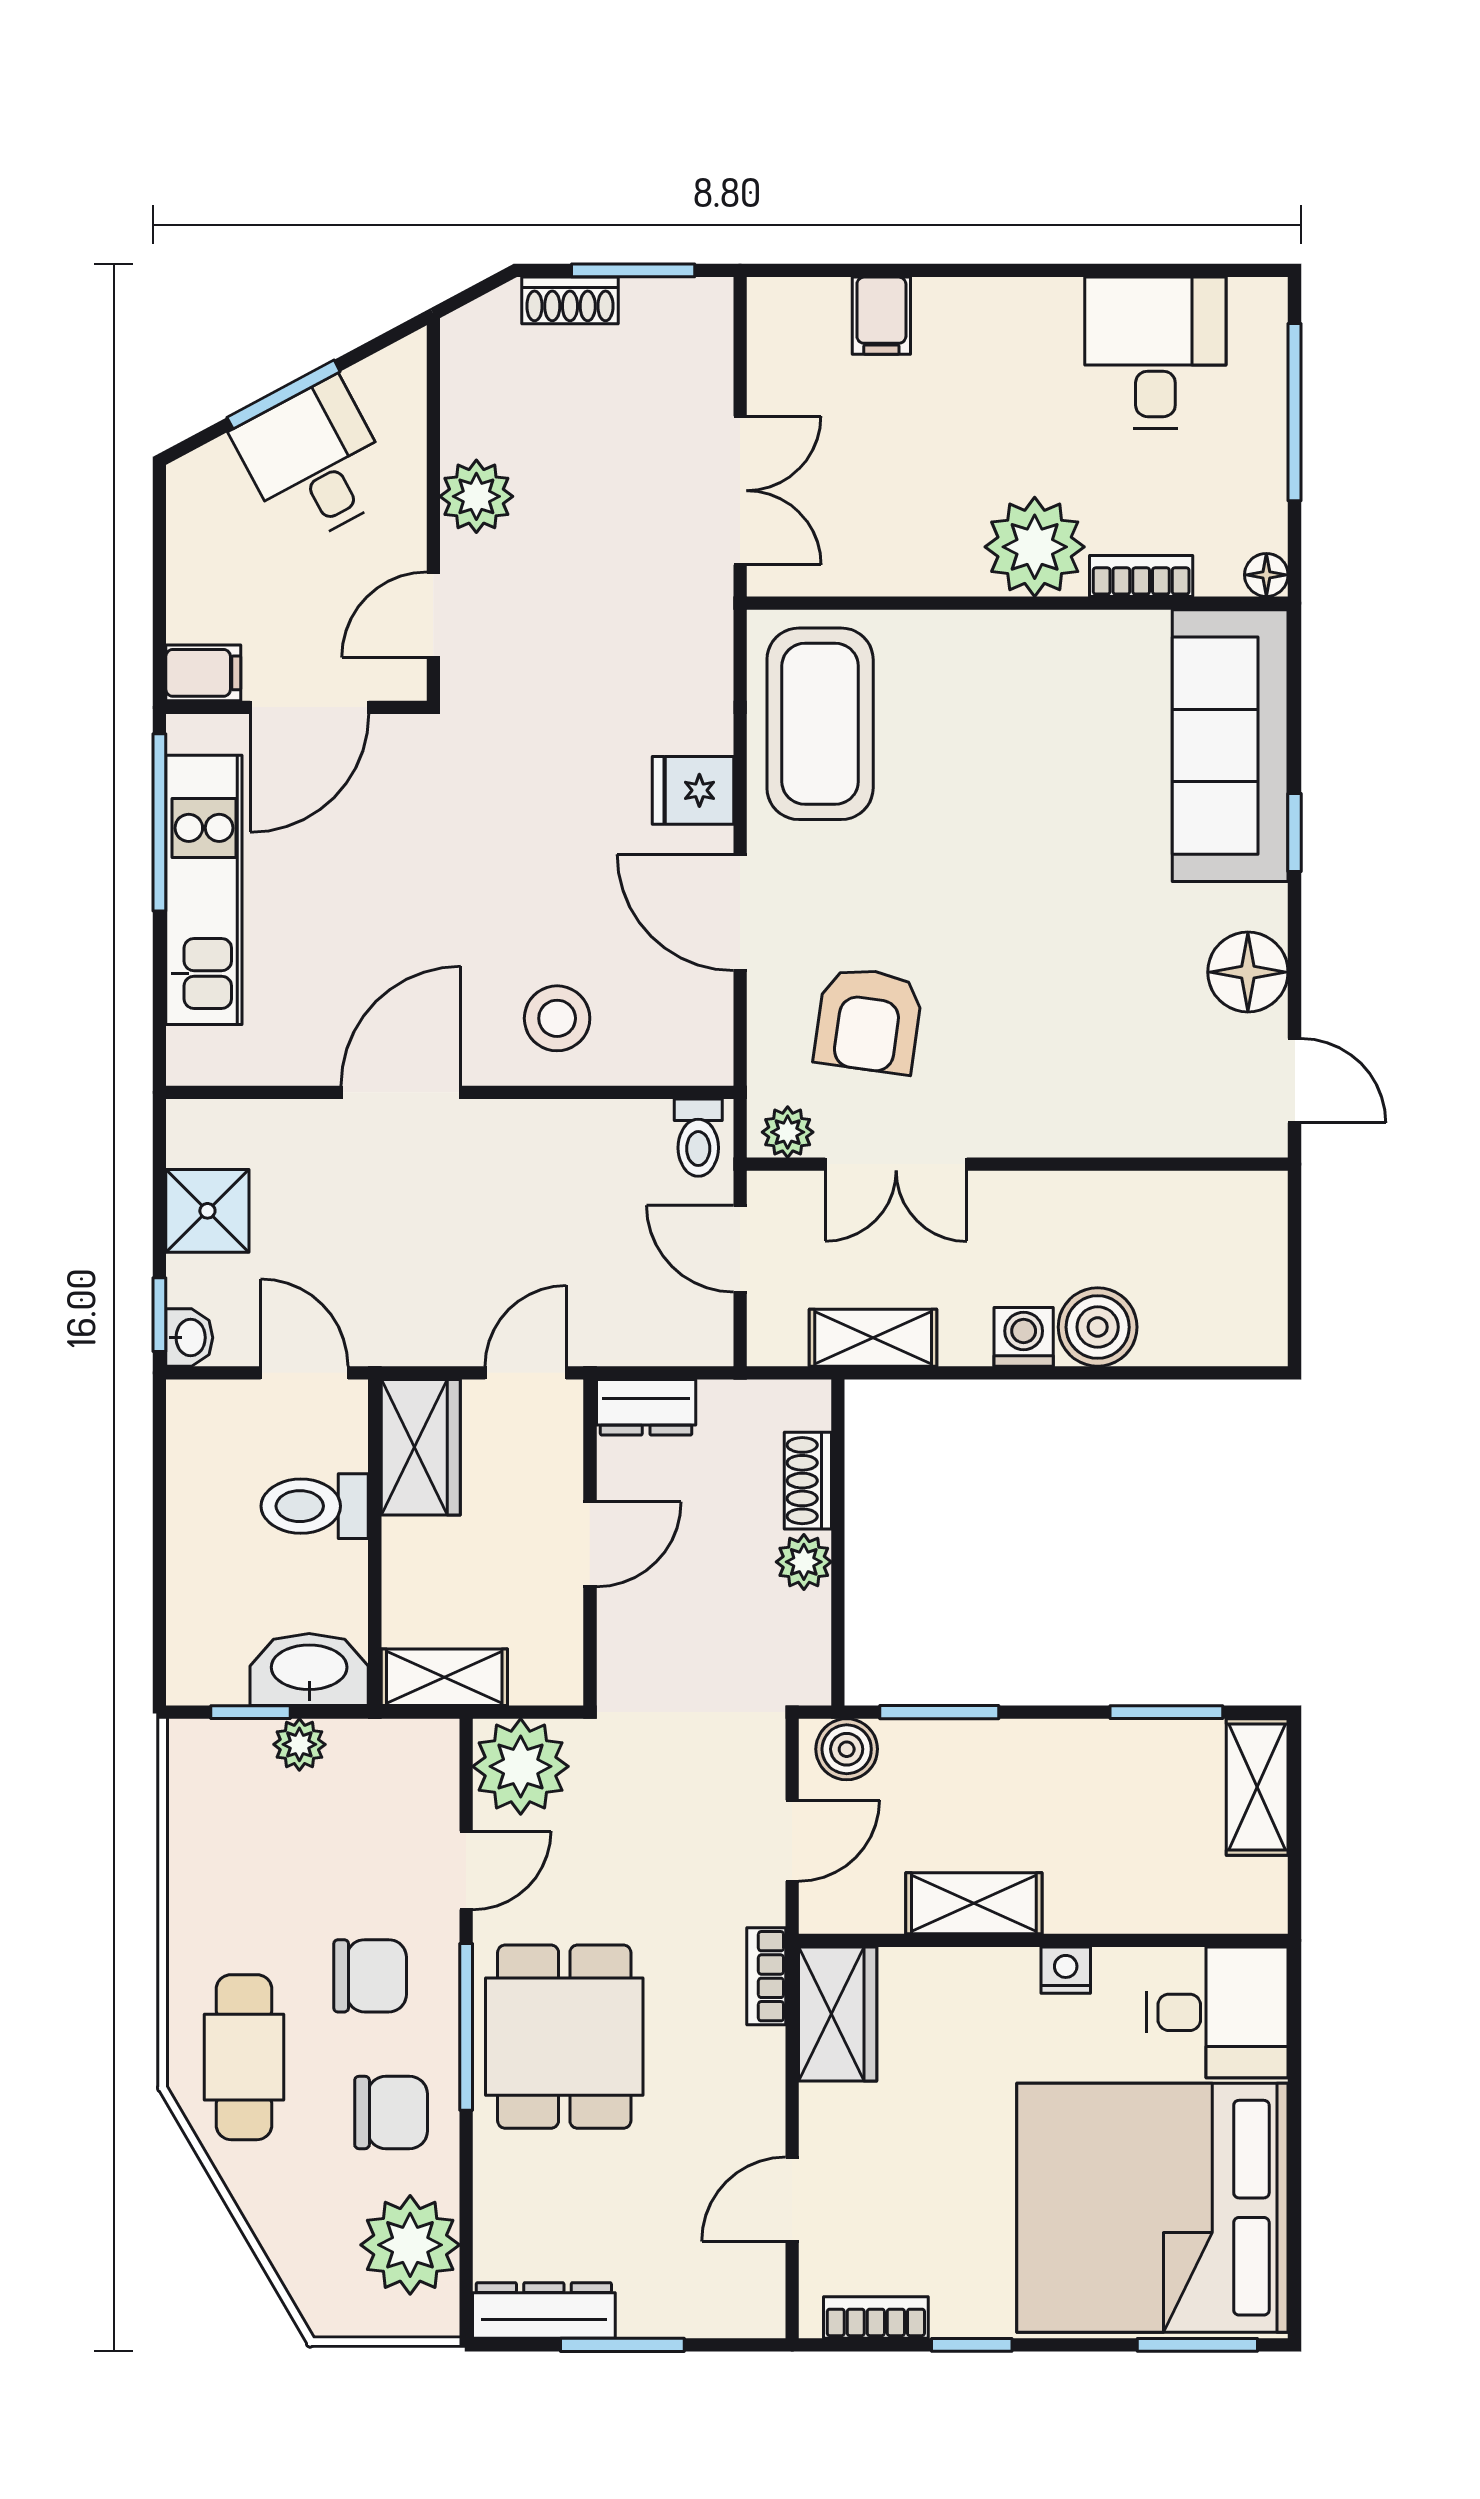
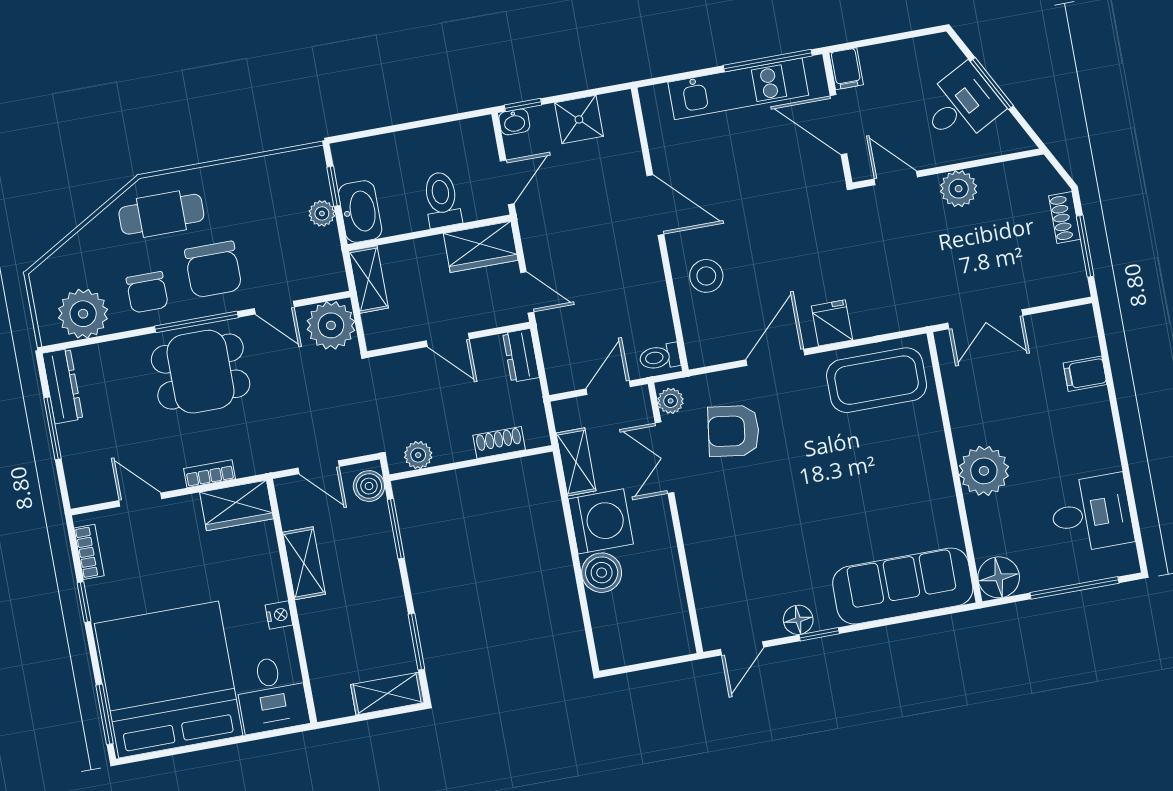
floor lamp: (1266, 575) -> (999, 577), width x1.89, depth x1.89
bookcase: (1141, 576) -> (979, 526), removed
window: (1295, 832) -> (819, 634), moved
floor lamp: (1248, 972) -> (798, 620), width x0.73, depth x0.73
washing machine: (1024, 1337) -> (601, 521), width x1.89, depth x1.89
plant: (804, 1562) -> (418, 455), moved
chair: (370, 1976) -> (213, 270), width x1.37, depth x1.37
bookcase: (766, 1976) -> (210, 474), moved

